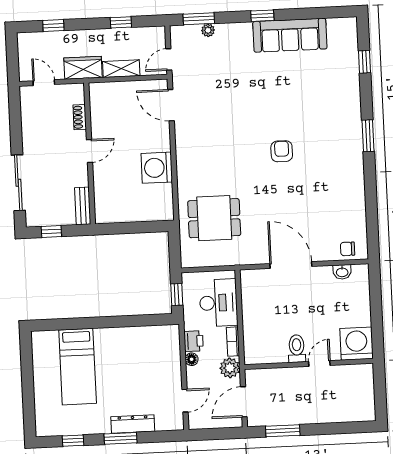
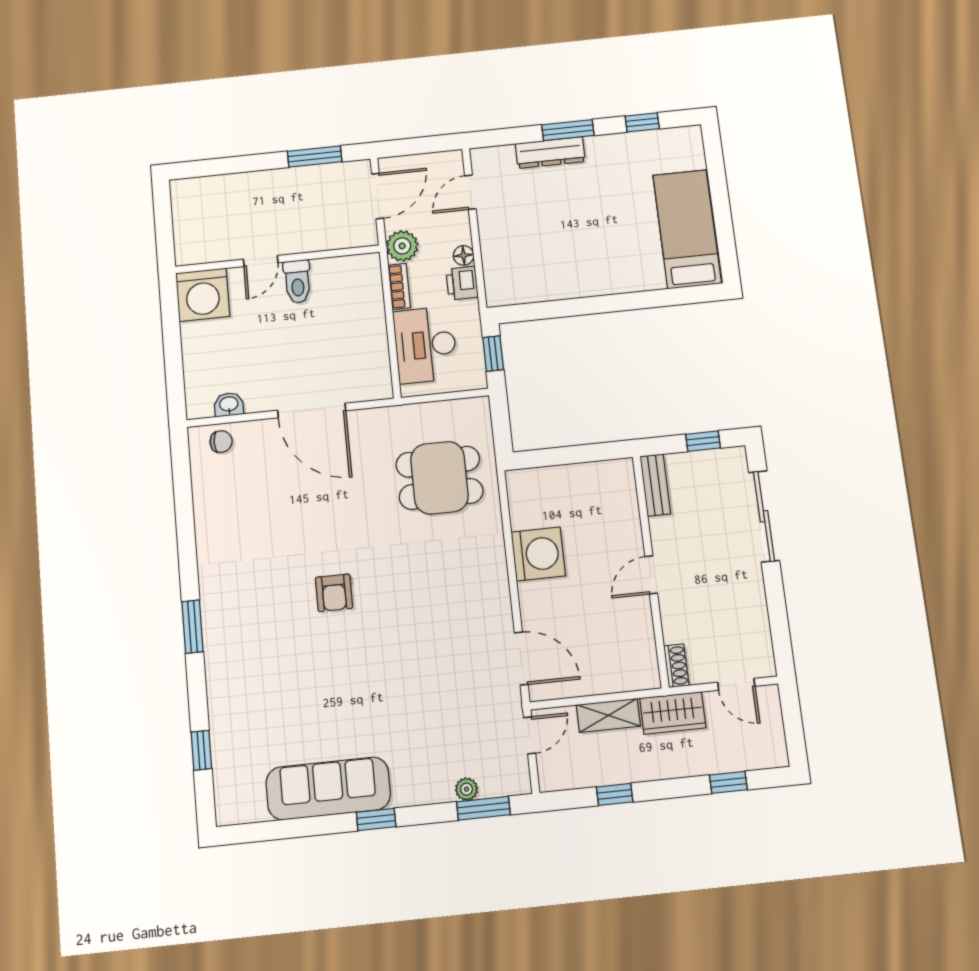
shoe rack: (80, 117) -> (676, 666), moved
bed: (78, 367) -> (687, 229), moved

